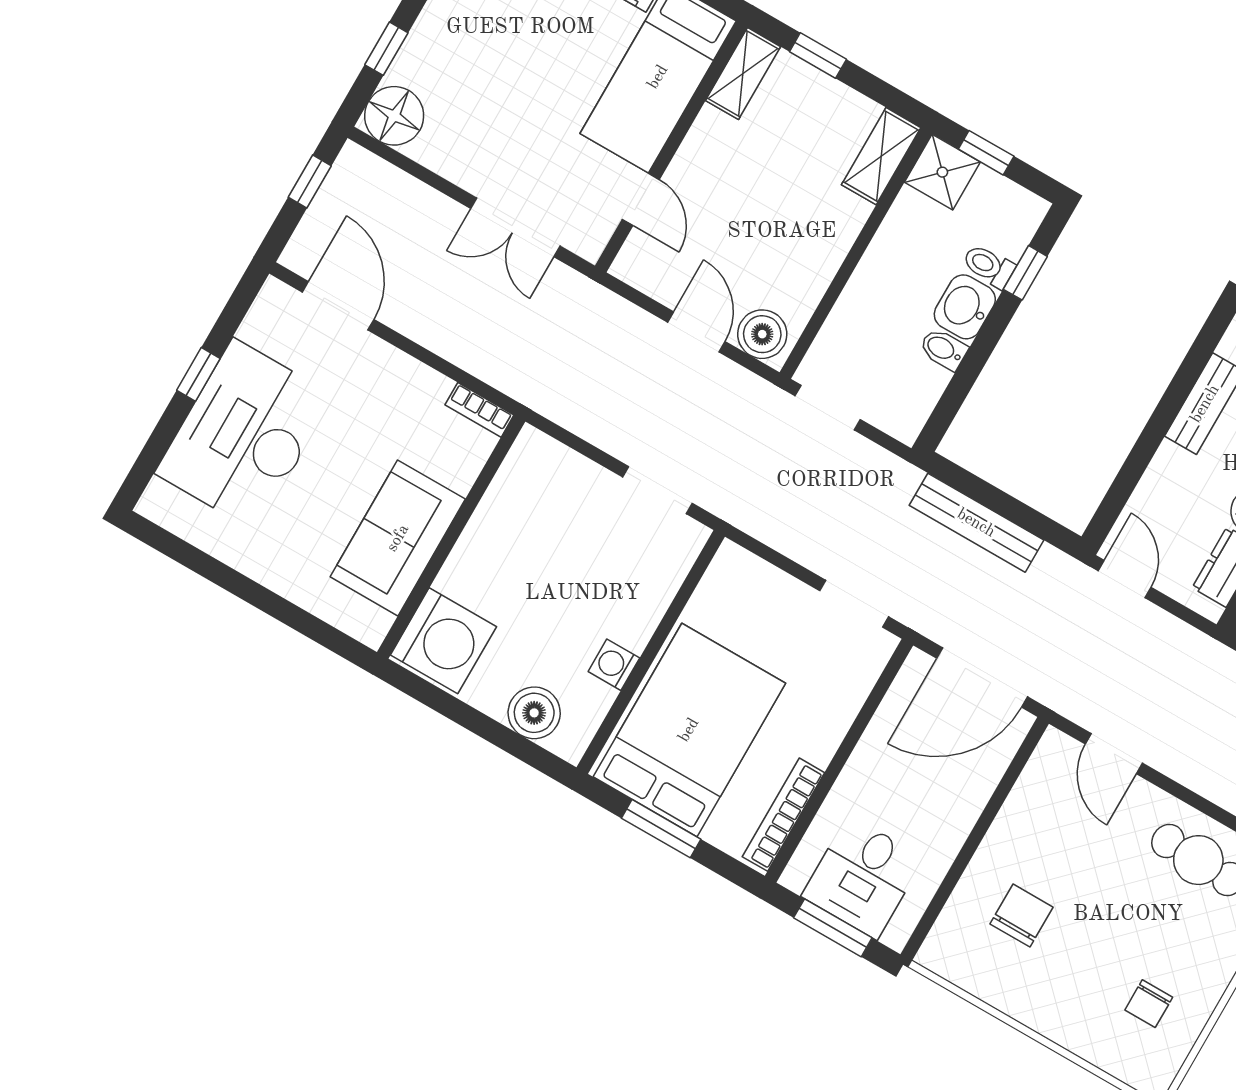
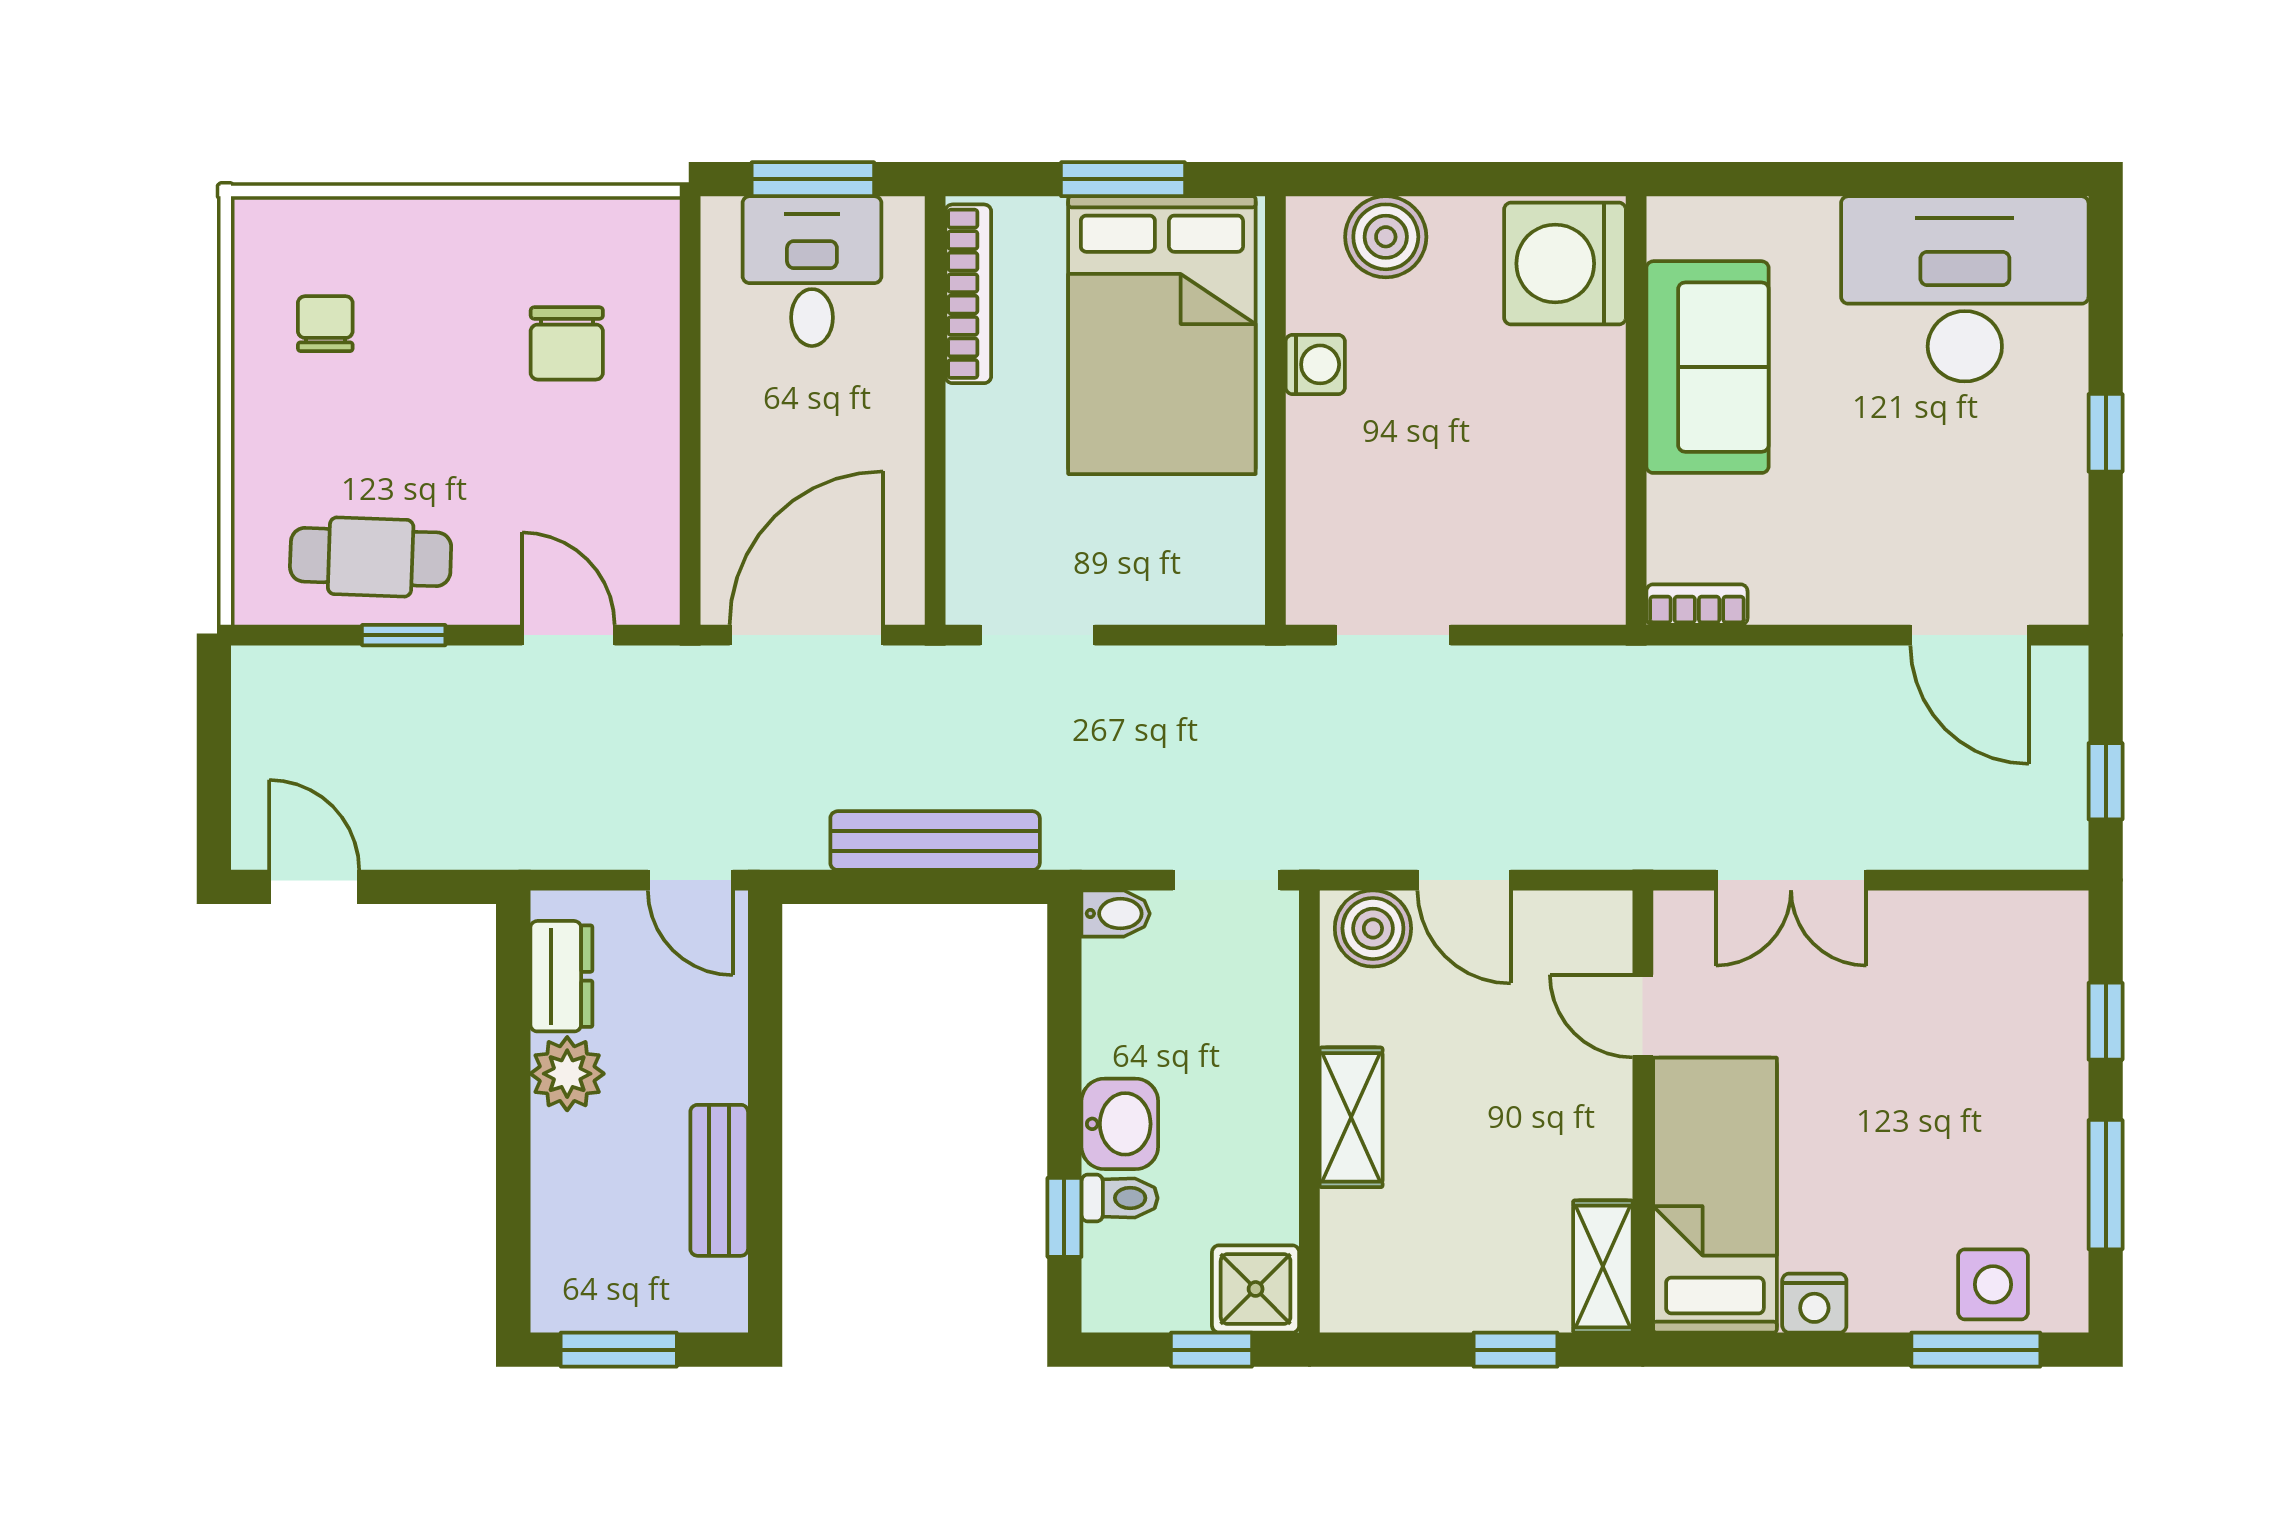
floor lamp: (394, 116) -> (2043, 936), removed
shelving: (881, 156) -> (1351, 1117), moved
double door: (515, 227) -> (1791, 880), swing flipped
bidet: (943, 349) -> (1116, 914), moved
desk: (245, 435) -> (1965, 289), moved, turned -90
window: (1205, 806) -> (404, 635), added

